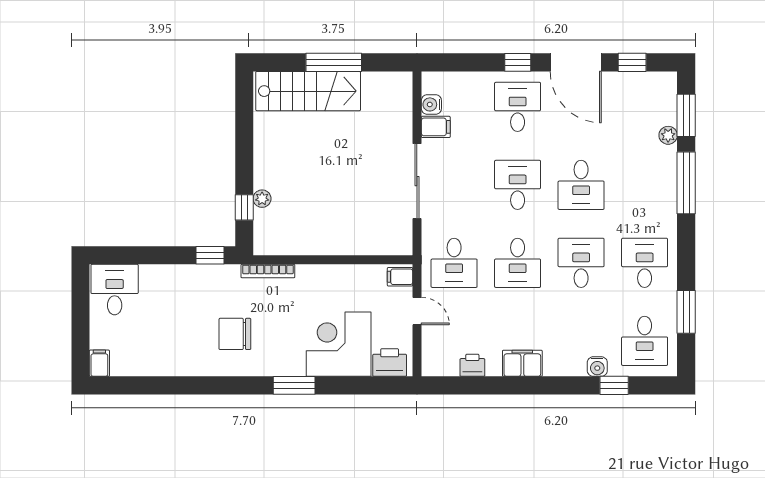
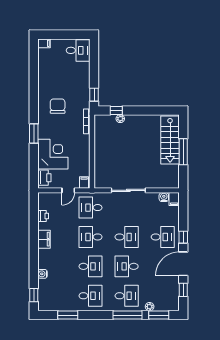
filing cabinet: (436, 127) -> (174, 199), moved
desk: (645, 341) -> (127, 296), moved, turned 180
window: (614, 385) -> (34, 295), moved

